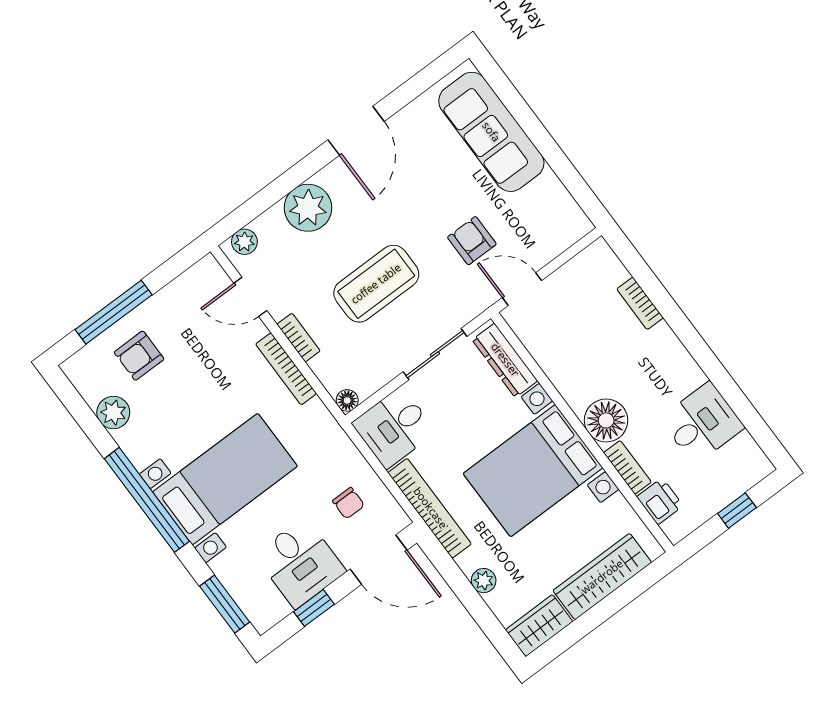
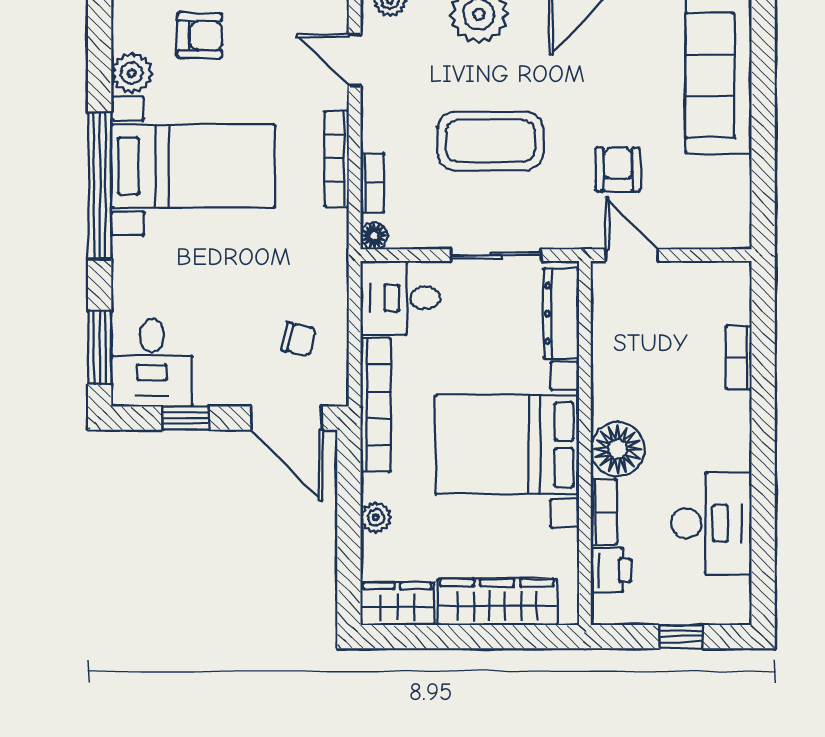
bookcase: (299, 338) -> (372, 183), moved
armchair: (139, 356) -> (200, 36), turned 180
desk: (702, 423) -> (711, 523), width x1.37
bed with nightstands: (225, 479) -> (193, 166), moved
chair: (349, 503) -> (299, 339), turned -78
desk: (300, 563) -> (152, 363), moved

